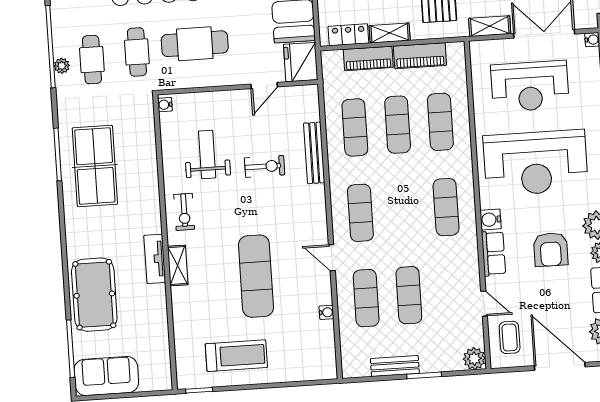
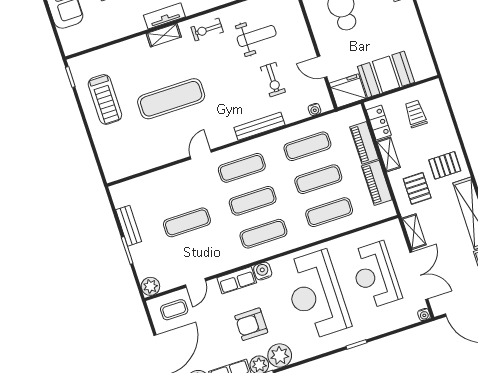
bench: (314, 153) -> (259, 126), moved
exercise bike: (265, 166) -> (273, 80), moved
exercise mat: (366, 298) -> (253, 201), moved
water cooler: (326, 312) -> (314, 109), moved

